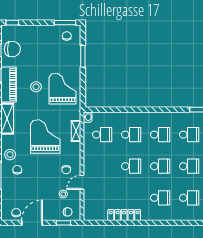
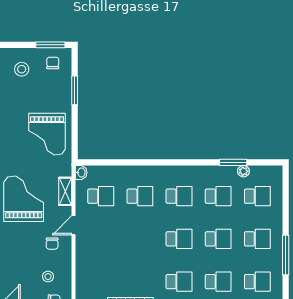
stool: (36, 87) -> (22, 69), moved
grand piano: (62, 89) -> (47, 134), turned 180
school desk: (131, 166) -> (140, 239), removed
door: (82, 182) -> (74, 225), moved

